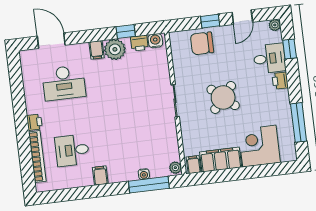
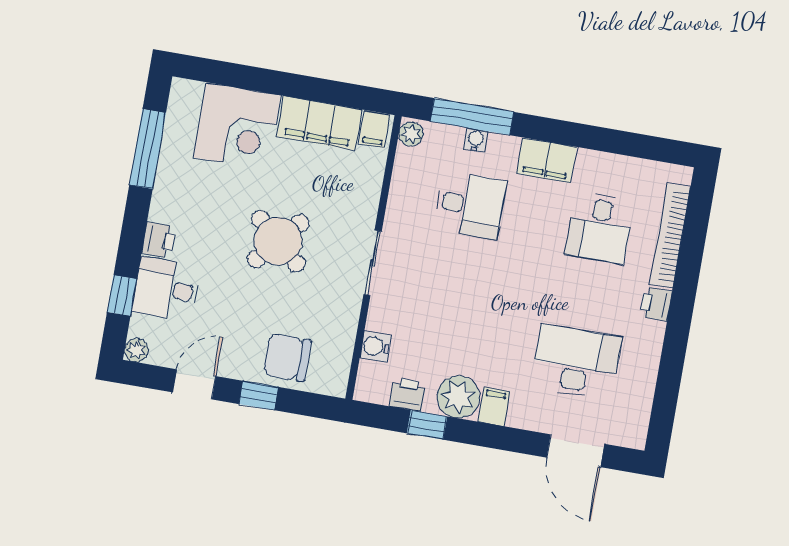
water cooler: (155, 41) -> (376, 347), moved, turned 90
chair: (202, 43) -> (287, 357), turned 180
desk: (137, 142) -> (470, 205), added
desk: (72, 150) -> (600, 228), turned 90
filing cabinet: (100, 176) -> (547, 160), width x2.00

